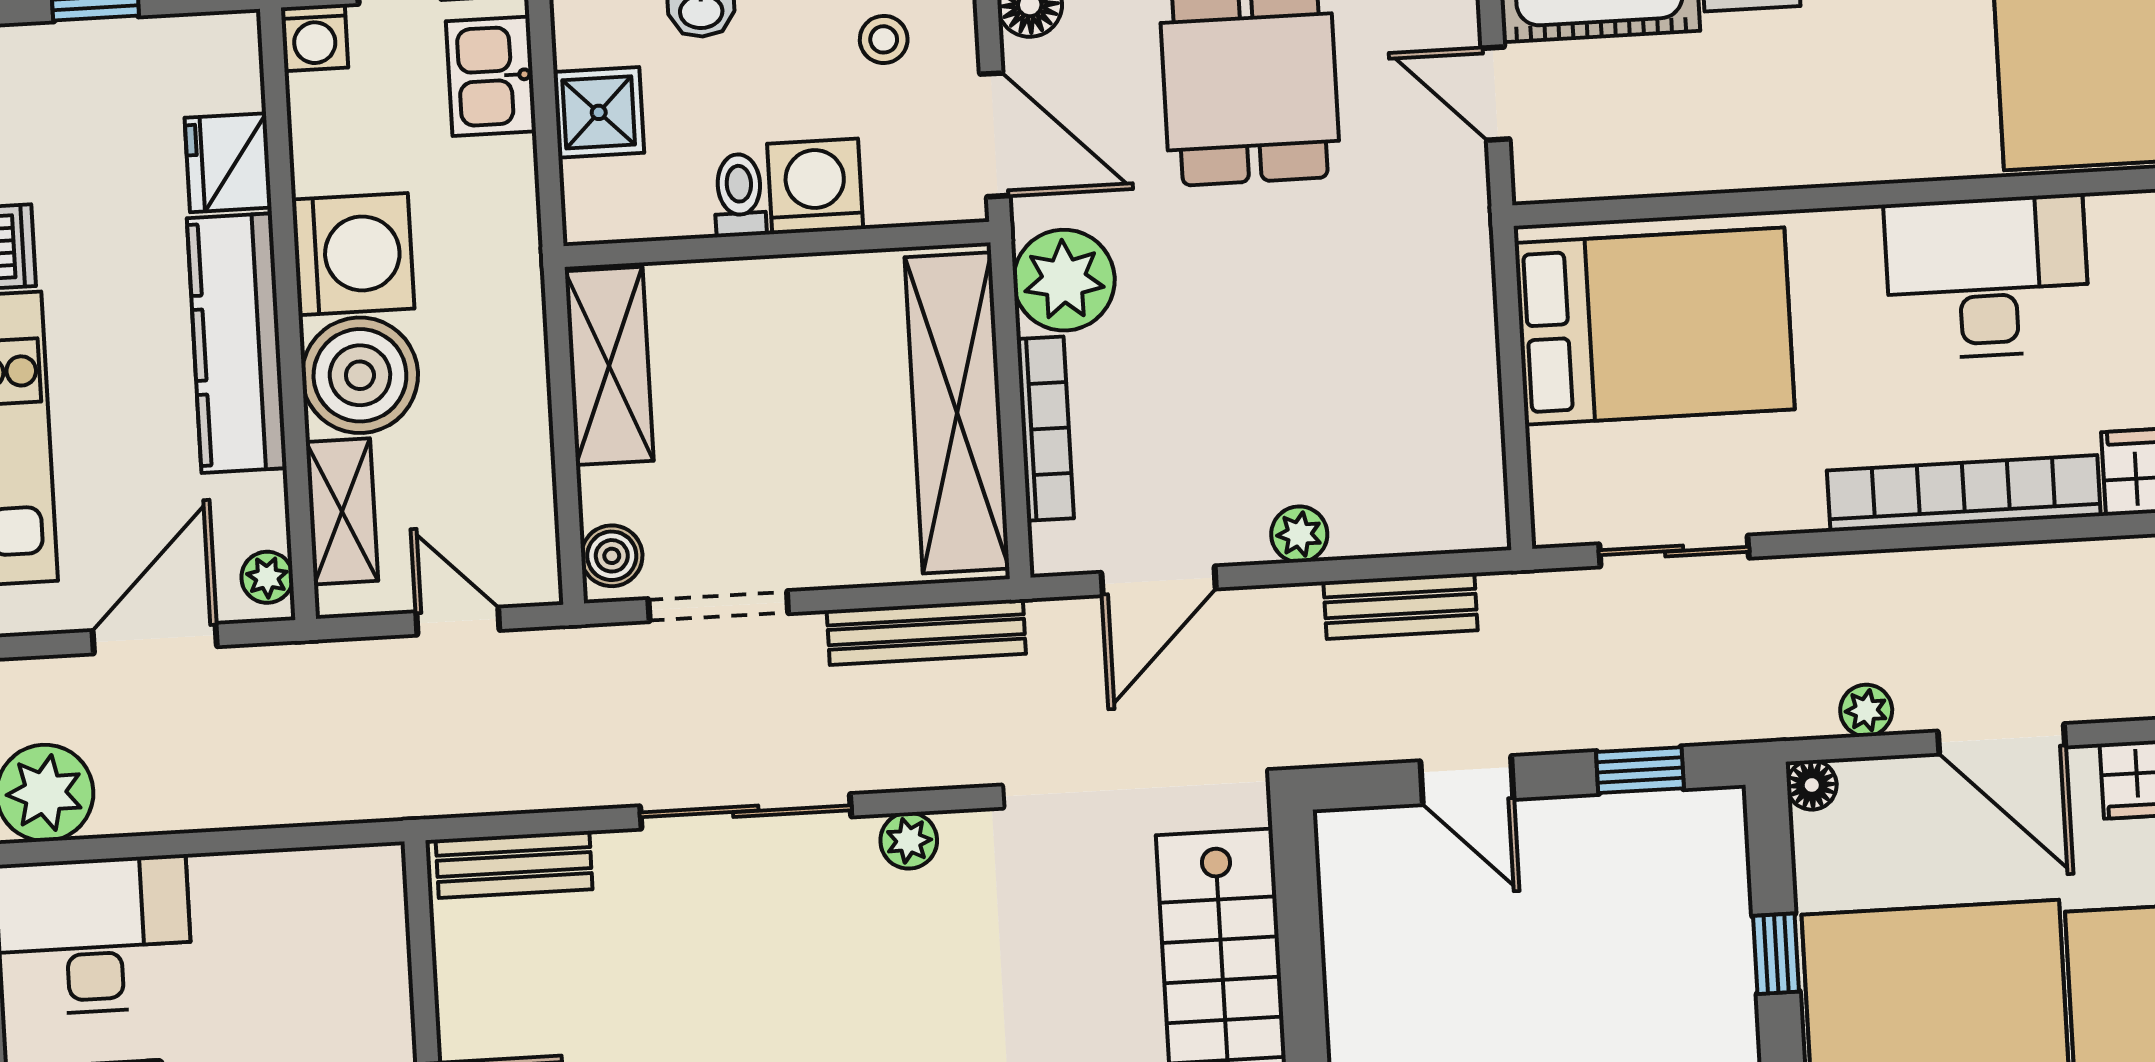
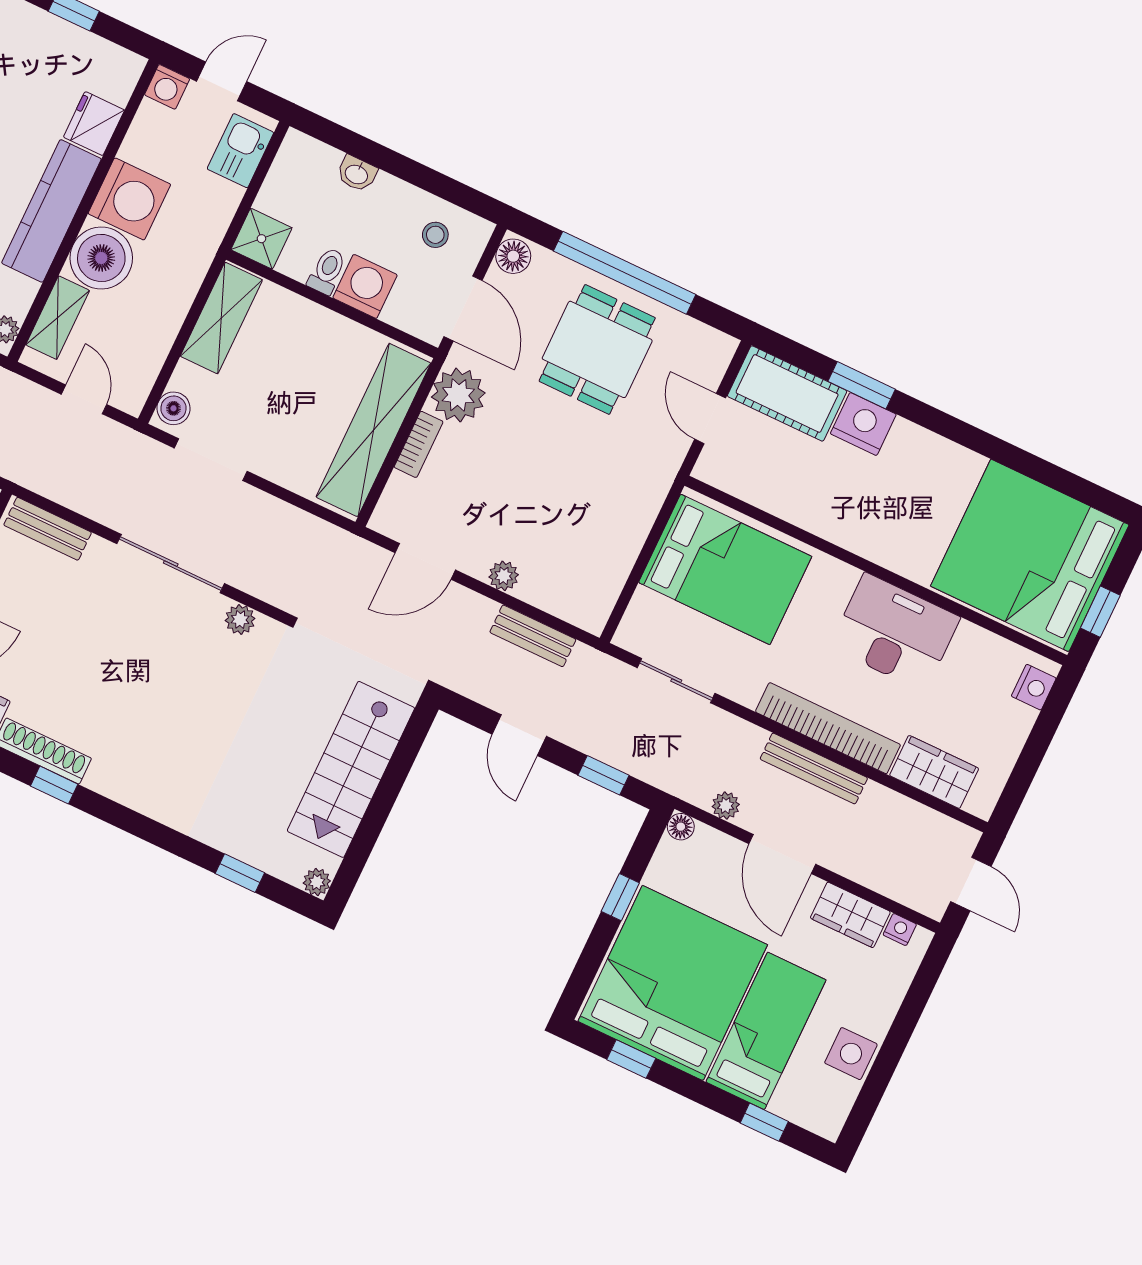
shower: (599, 112) -> (261, 239), moved
bookcase: (1045, 429) -> (419, 444), width x0.64
bench: (926, 632) -> (814, 768), moved

